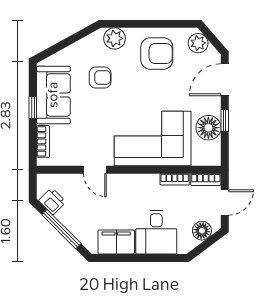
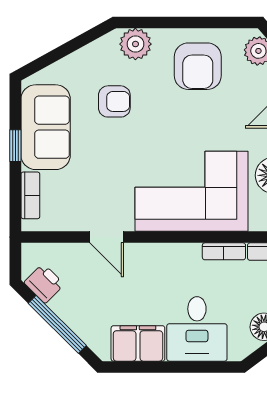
armchair: (157, 54) -> (198, 66), turned 90

